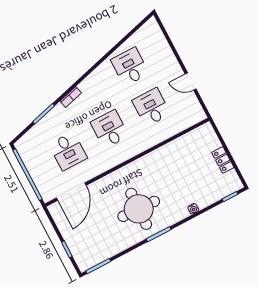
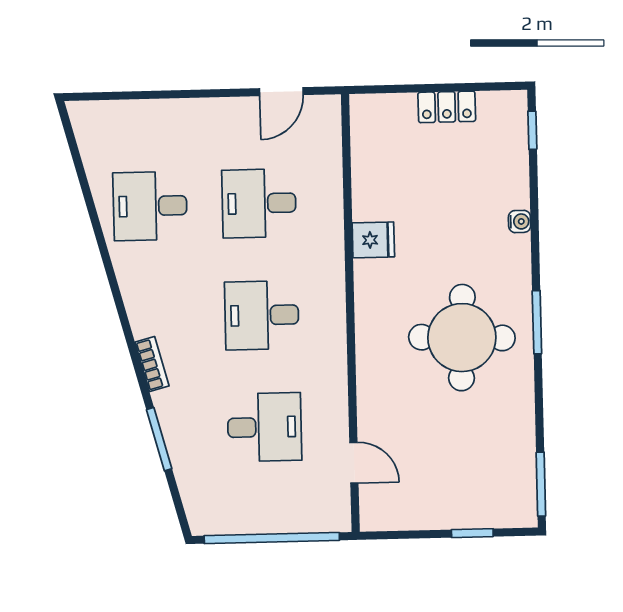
door: (191, 81) -> (281, 92), moved
fridge: (159, 157) -> (373, 240), added
door: (71, 192) -> (354, 463), width x0.53

